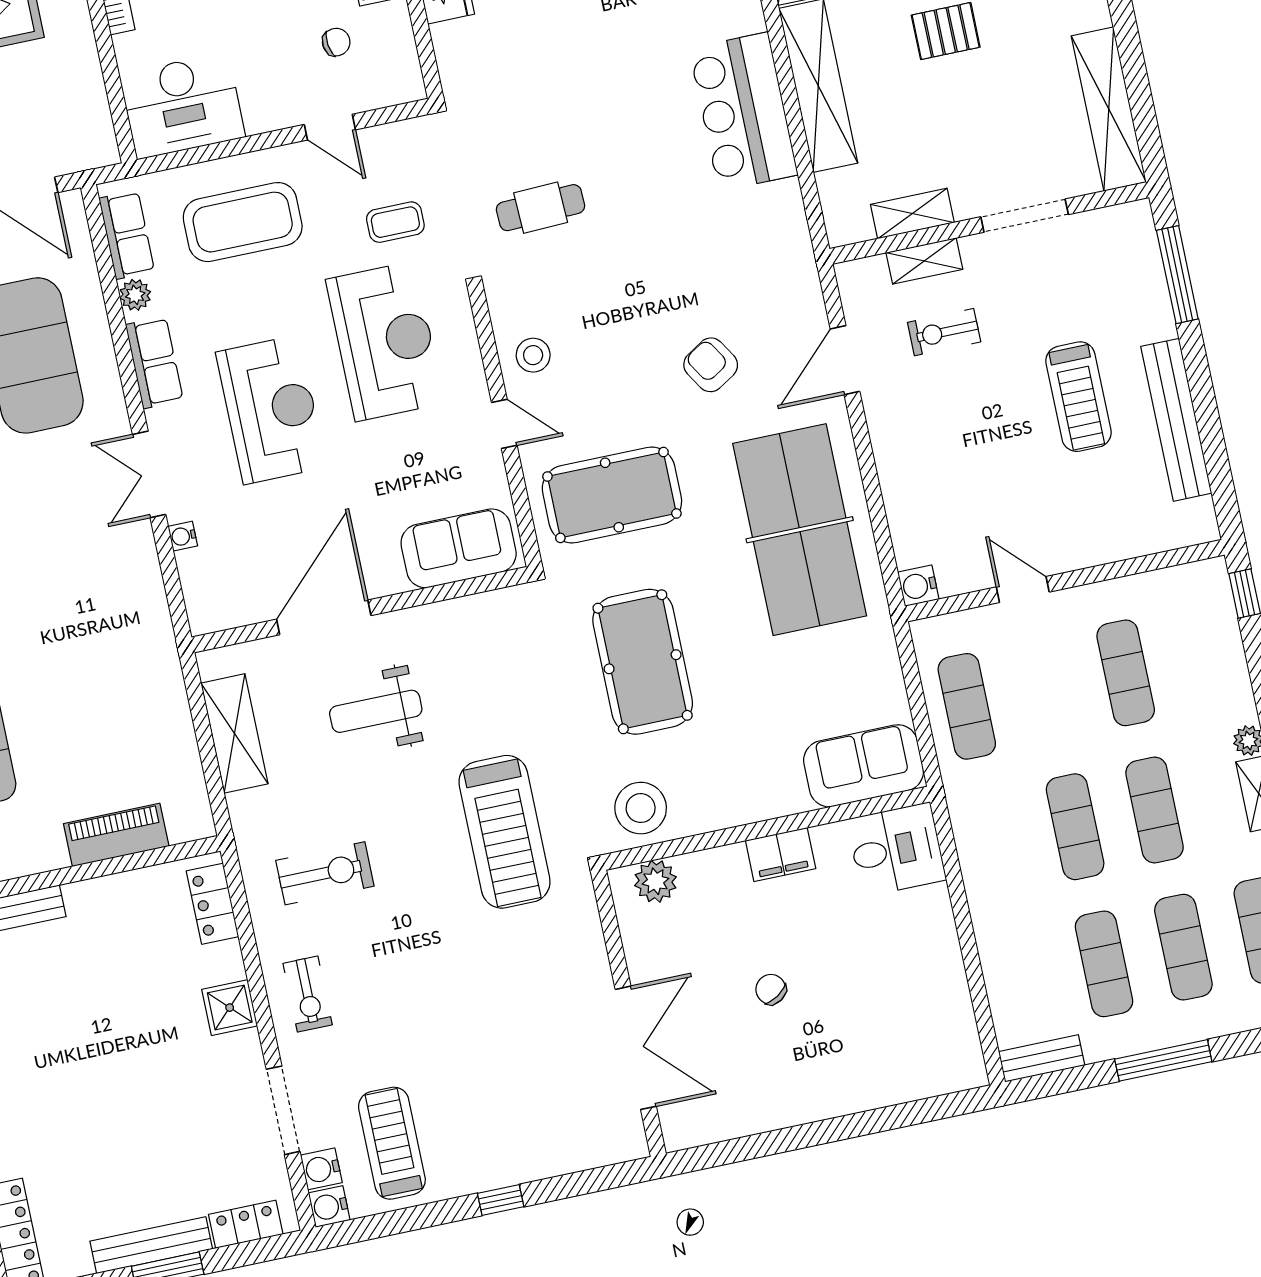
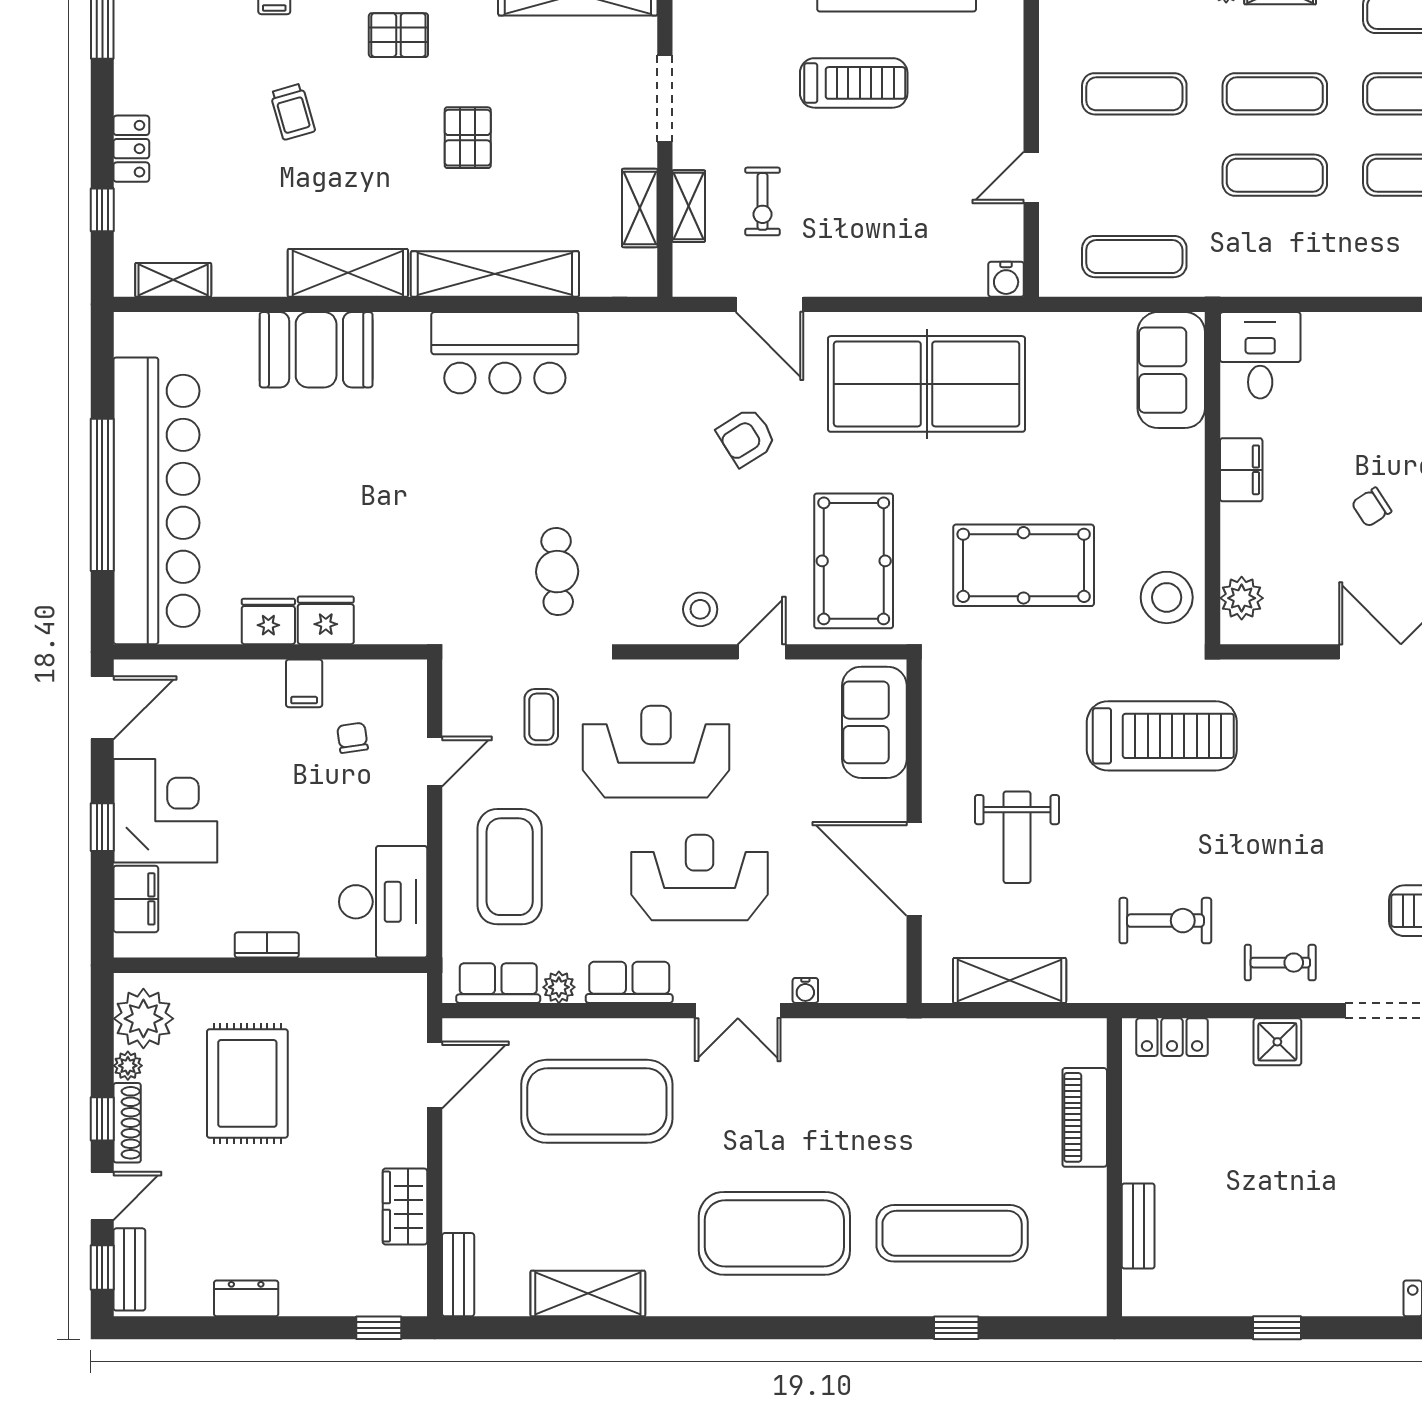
exercise bike: (325, 873) -> (1165, 921), turned 90

